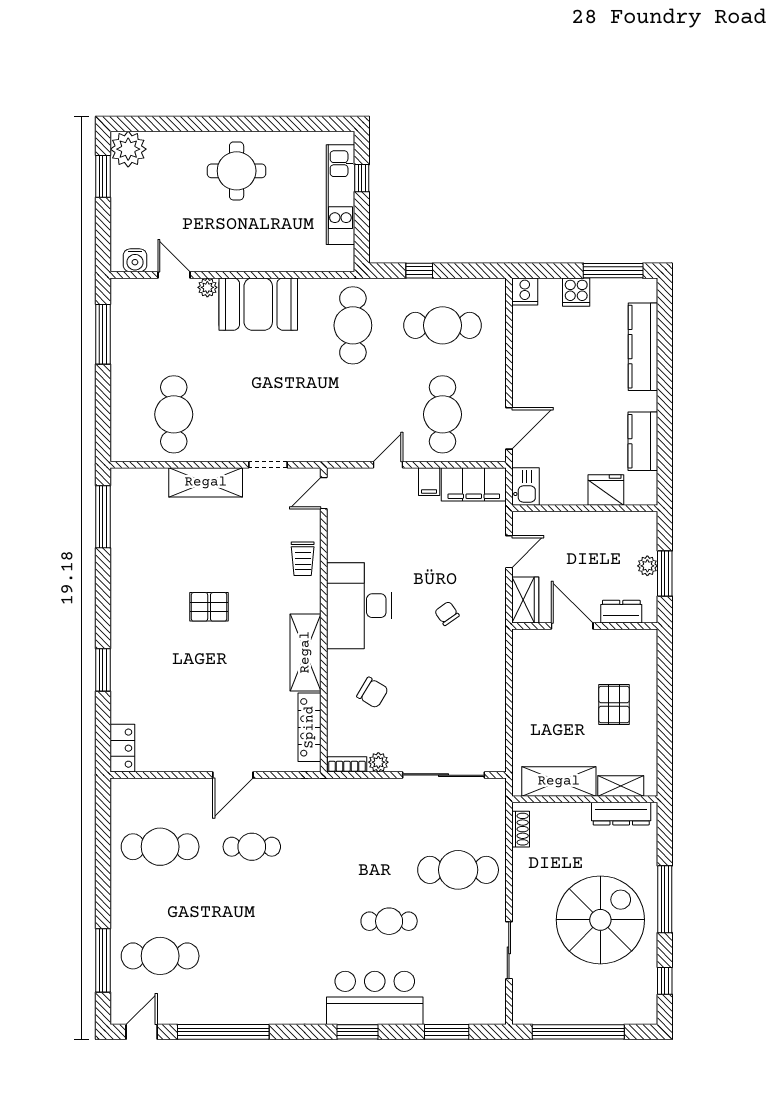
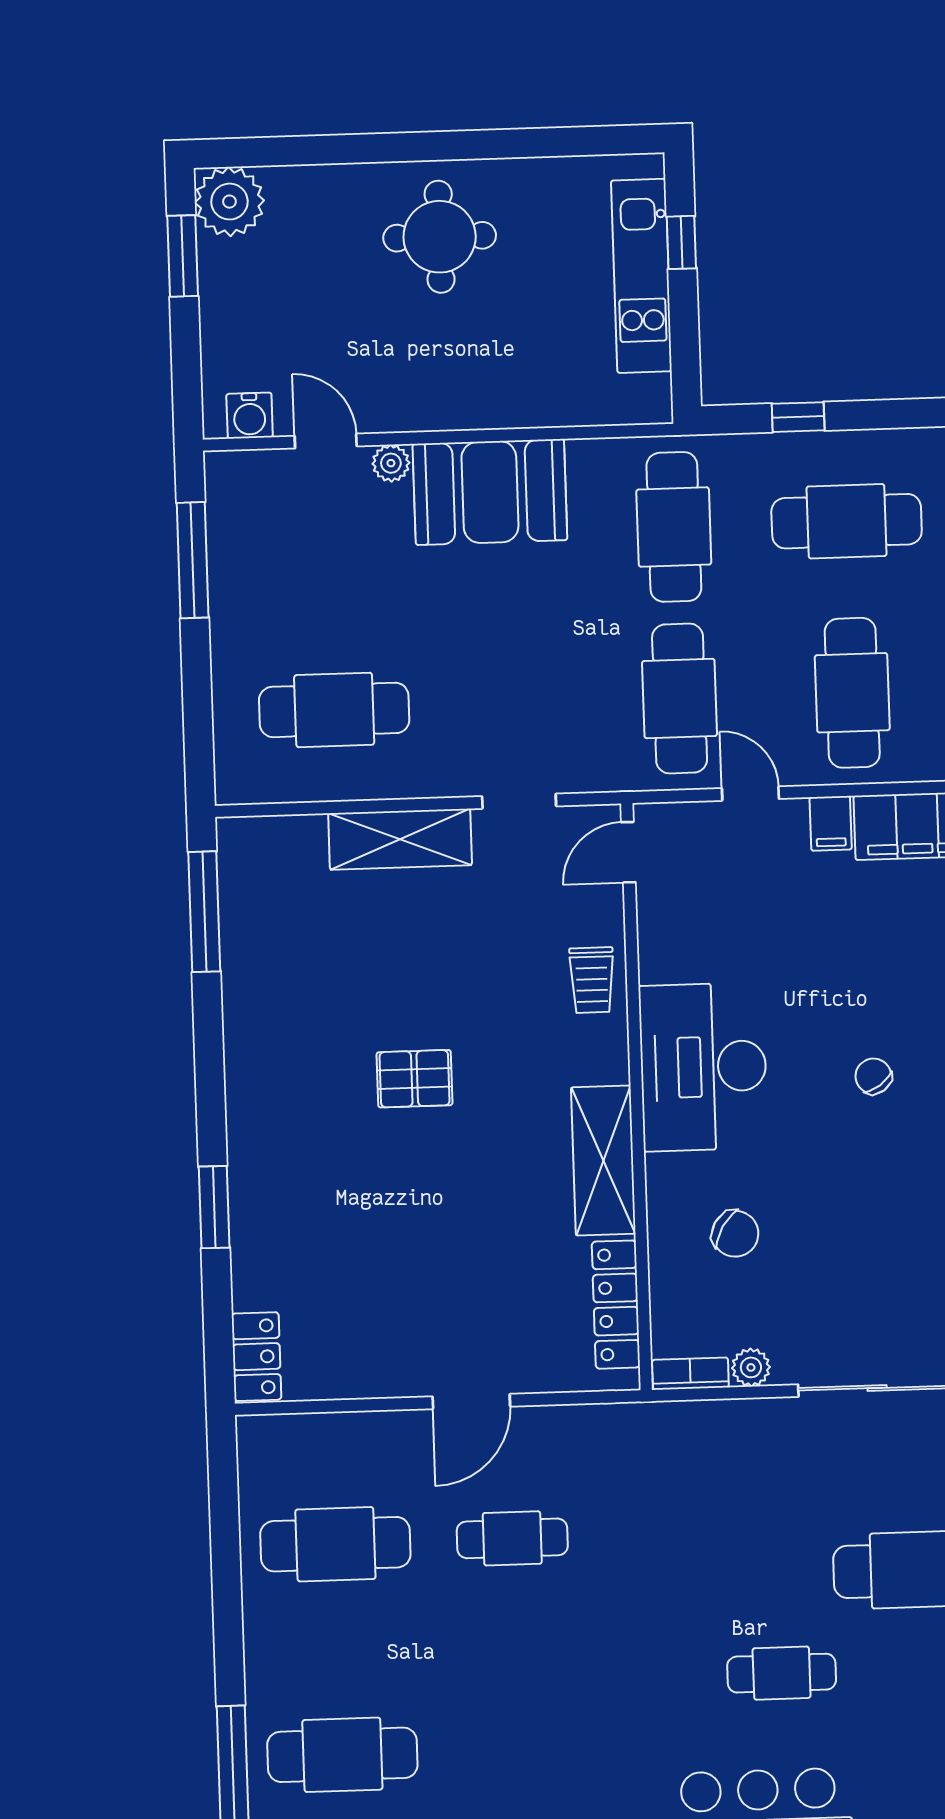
cafe table: (174, 414) -> (334, 710), turned 90
cafe table: (353, 414) -> (680, 698), added
door: (388, 465) -> (750, 794), hinge flipped

